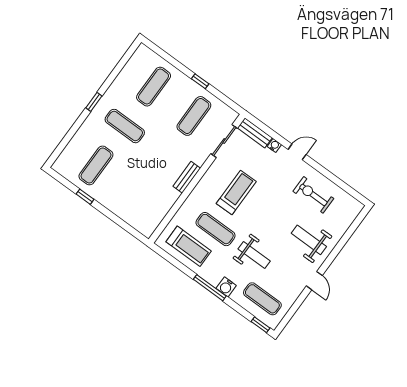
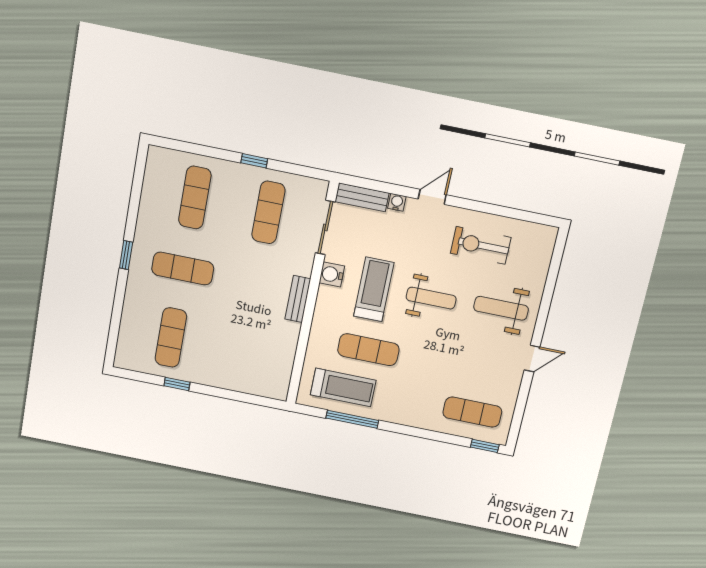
weight bench: (254, 255) -> (431, 298), moved
door: (314, 281) -> (532, 359), hinge flipped
water cooler: (226, 287) -> (332, 274), moved, turned 90
window: (210, 288) -> (352, 419), moved

